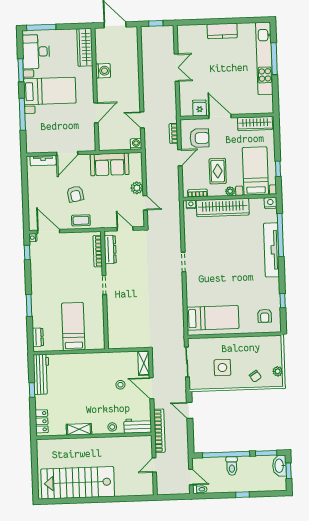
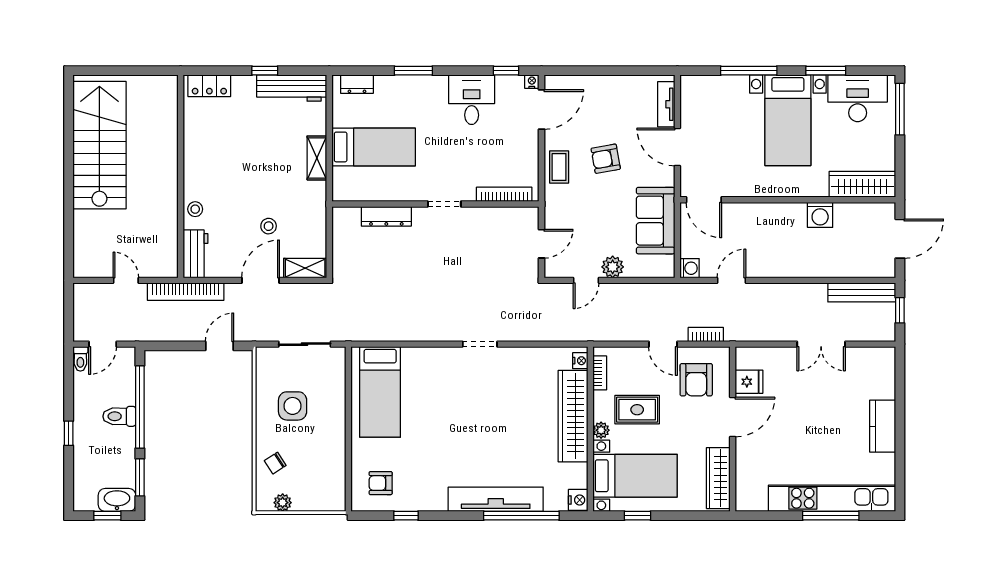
bench: (146, 45) -> (862, 292), added
door: (96, 113) -> (704, 200), moved
dresser: (110, 250) -> (386, 216), moved
desk: (44, 272) -> (472, 100), added
shelving: (79, 429) -> (317, 158), moved

